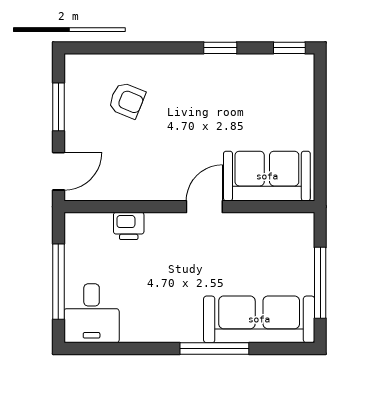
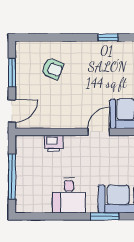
desk: (92, 313) -> (69, 195), moved
window: (214, 349) -> (105, 216), width x0.69

